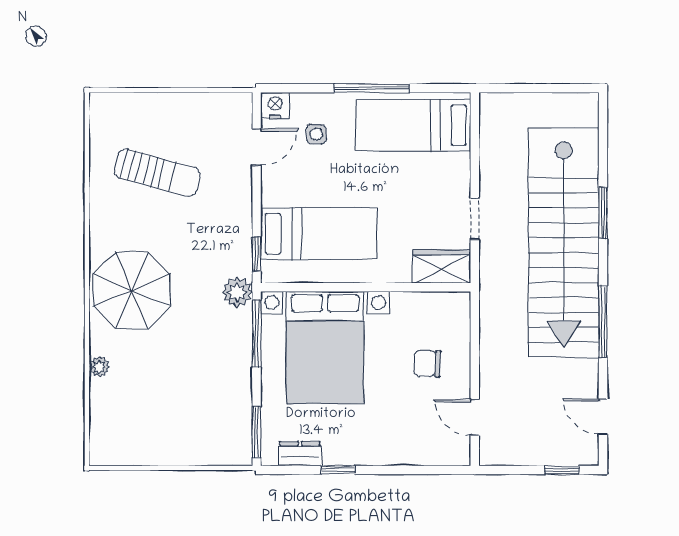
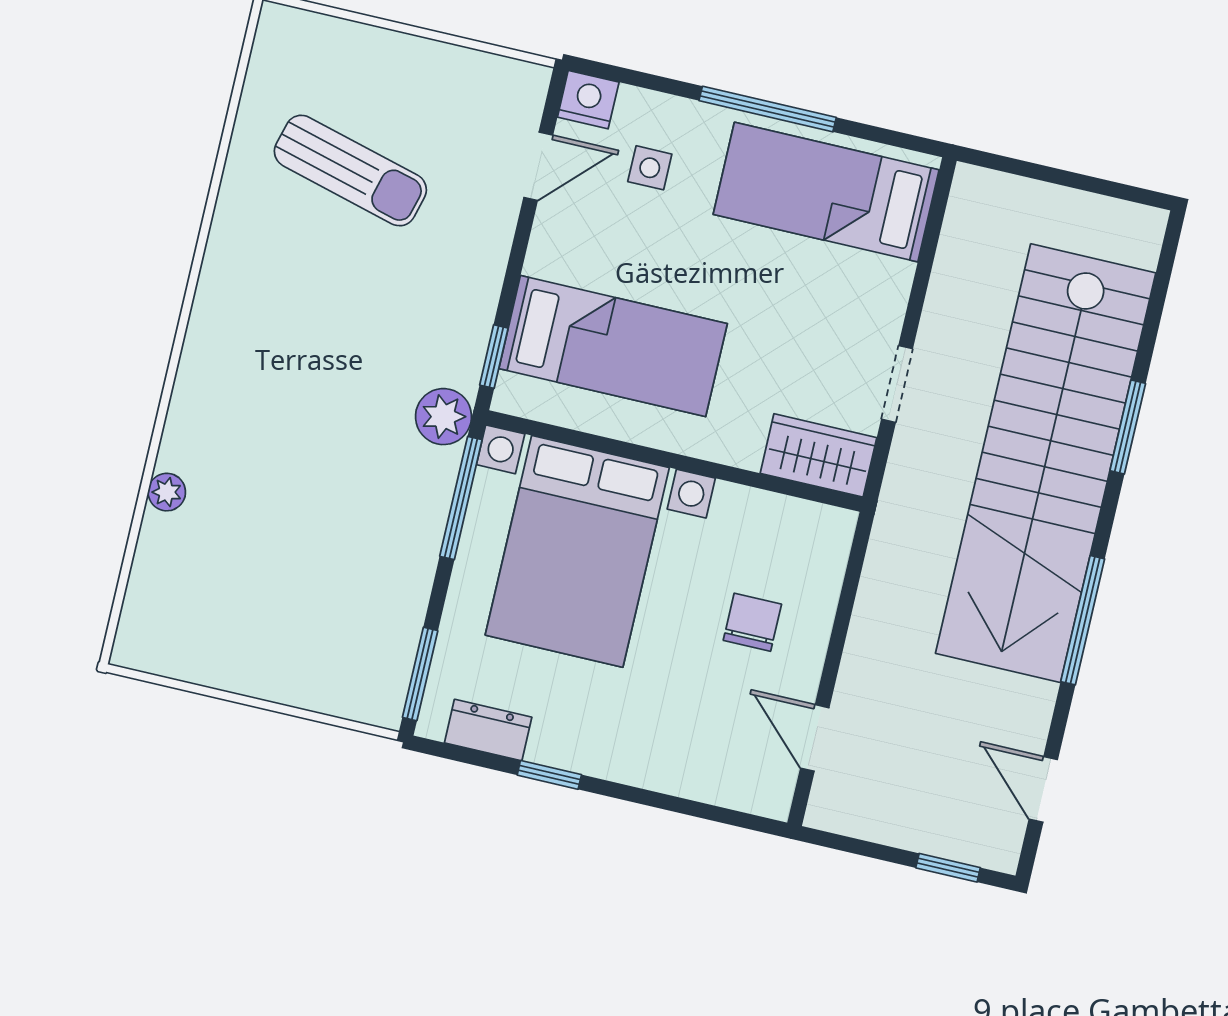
parasol: (132, 290) -> (256, 369), removed
chair: (427, 364) -> (752, 622), turned 88

